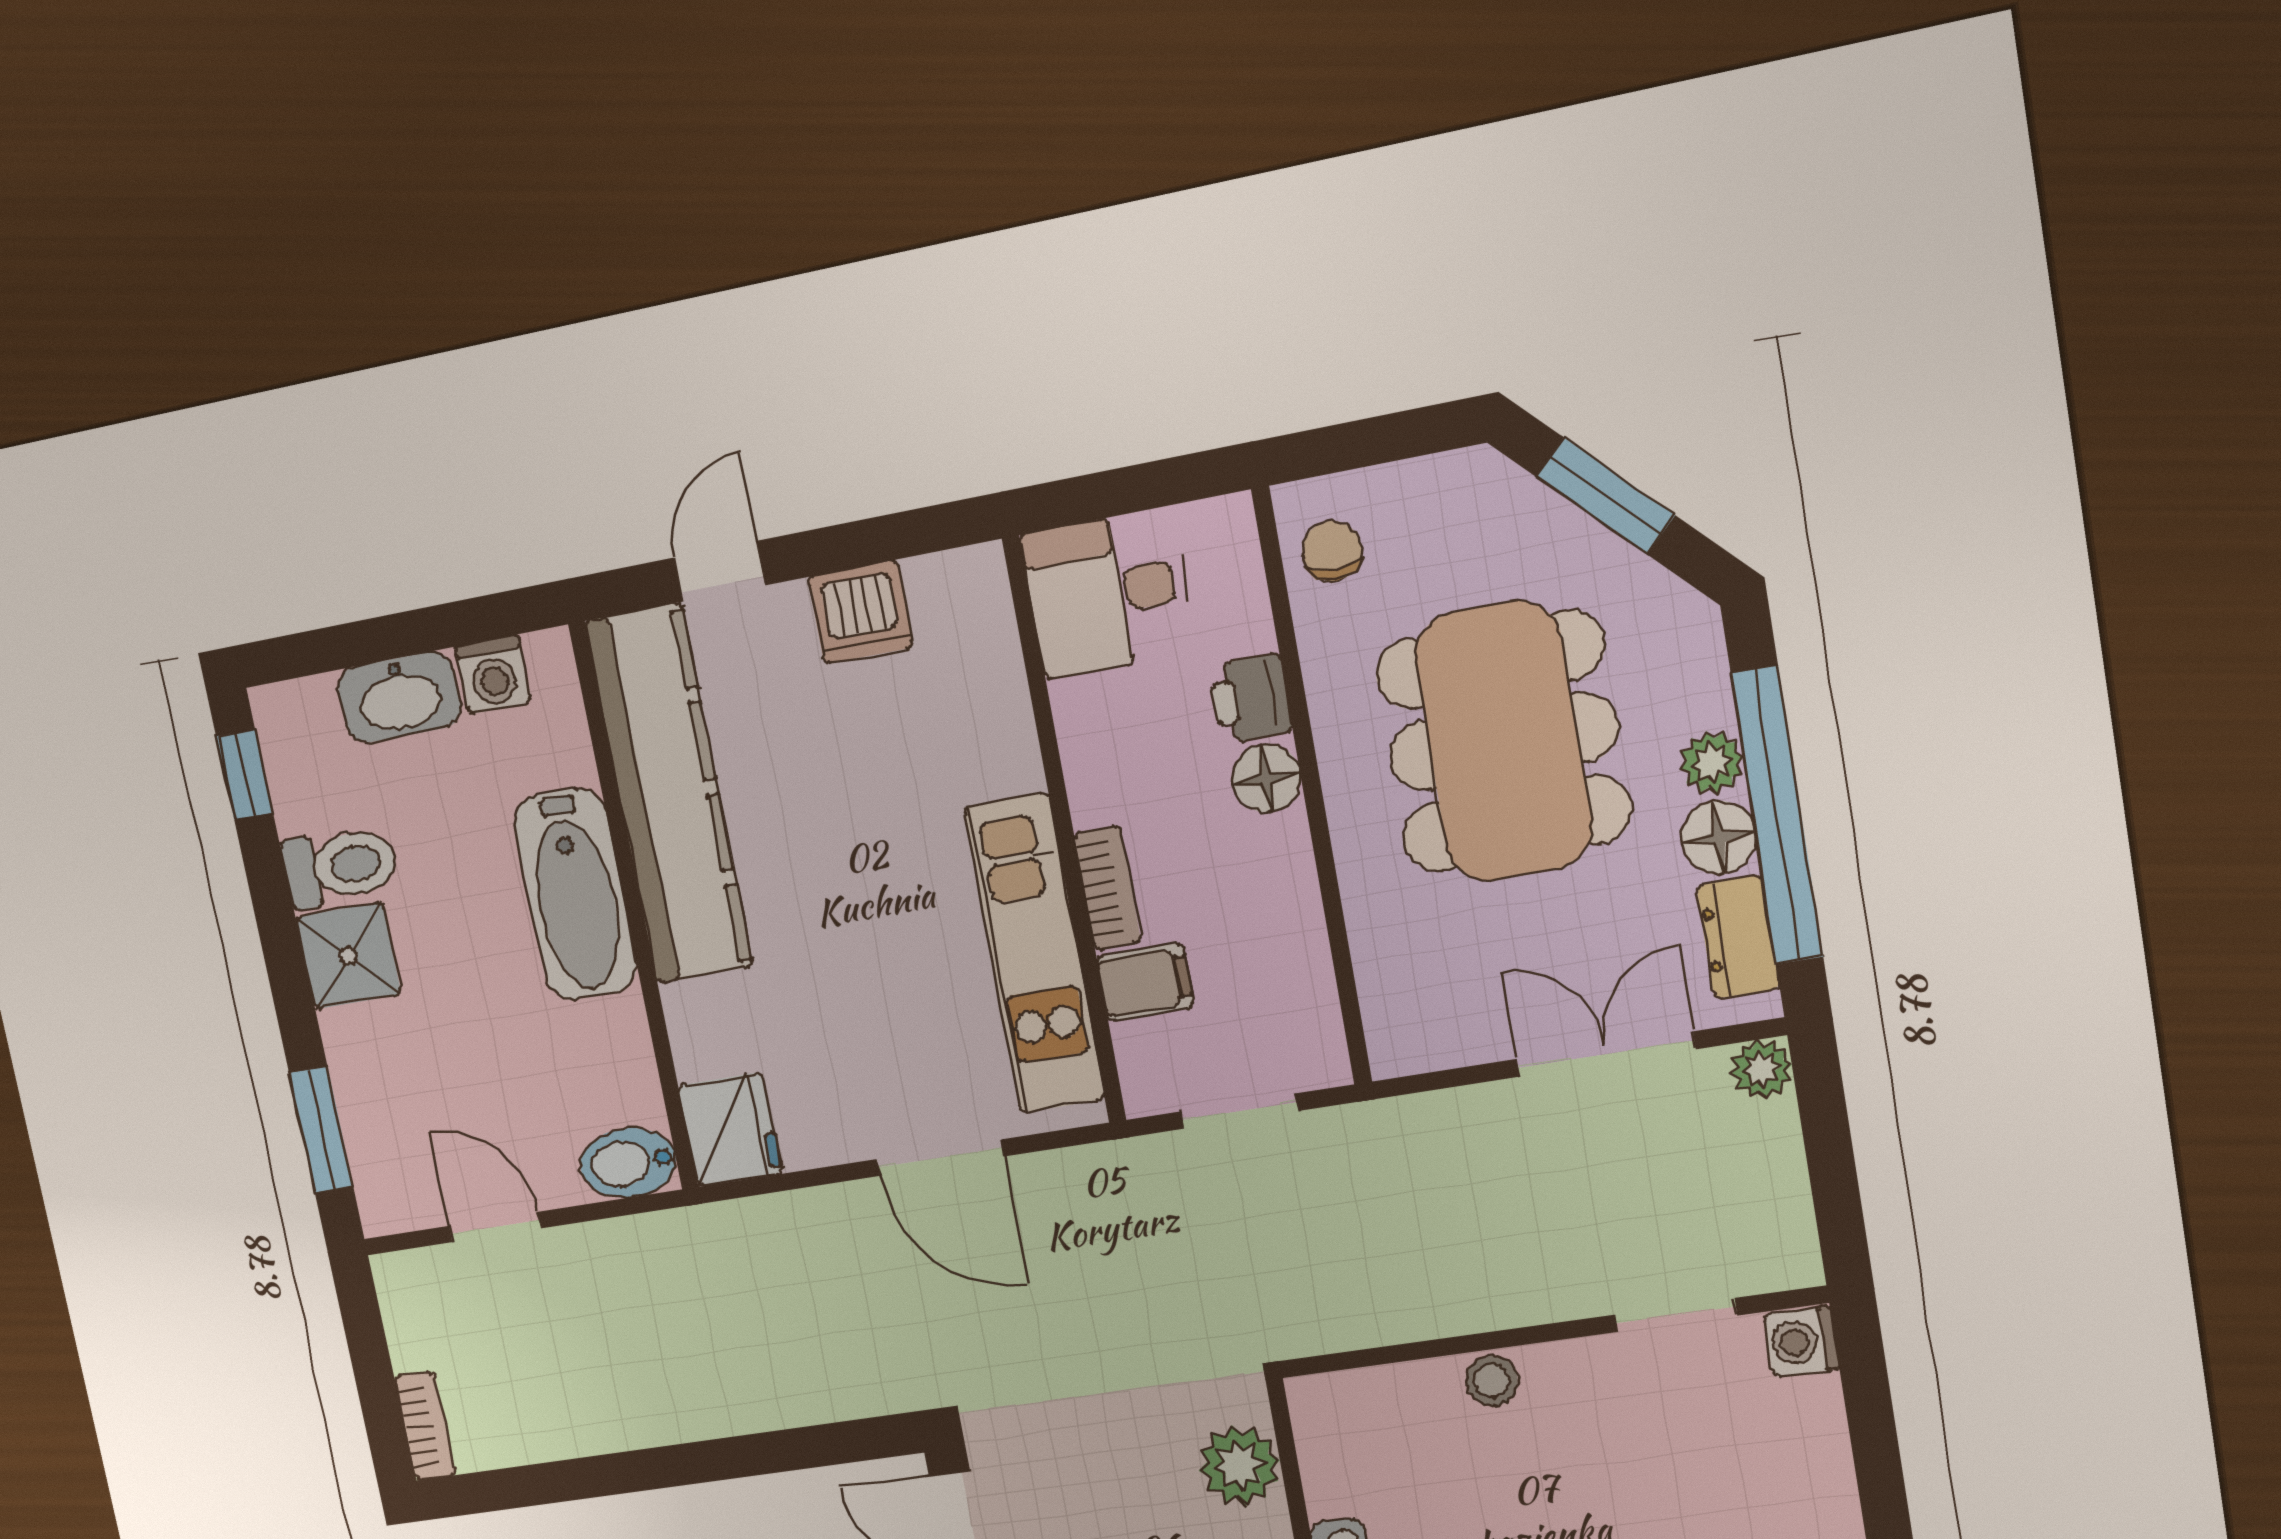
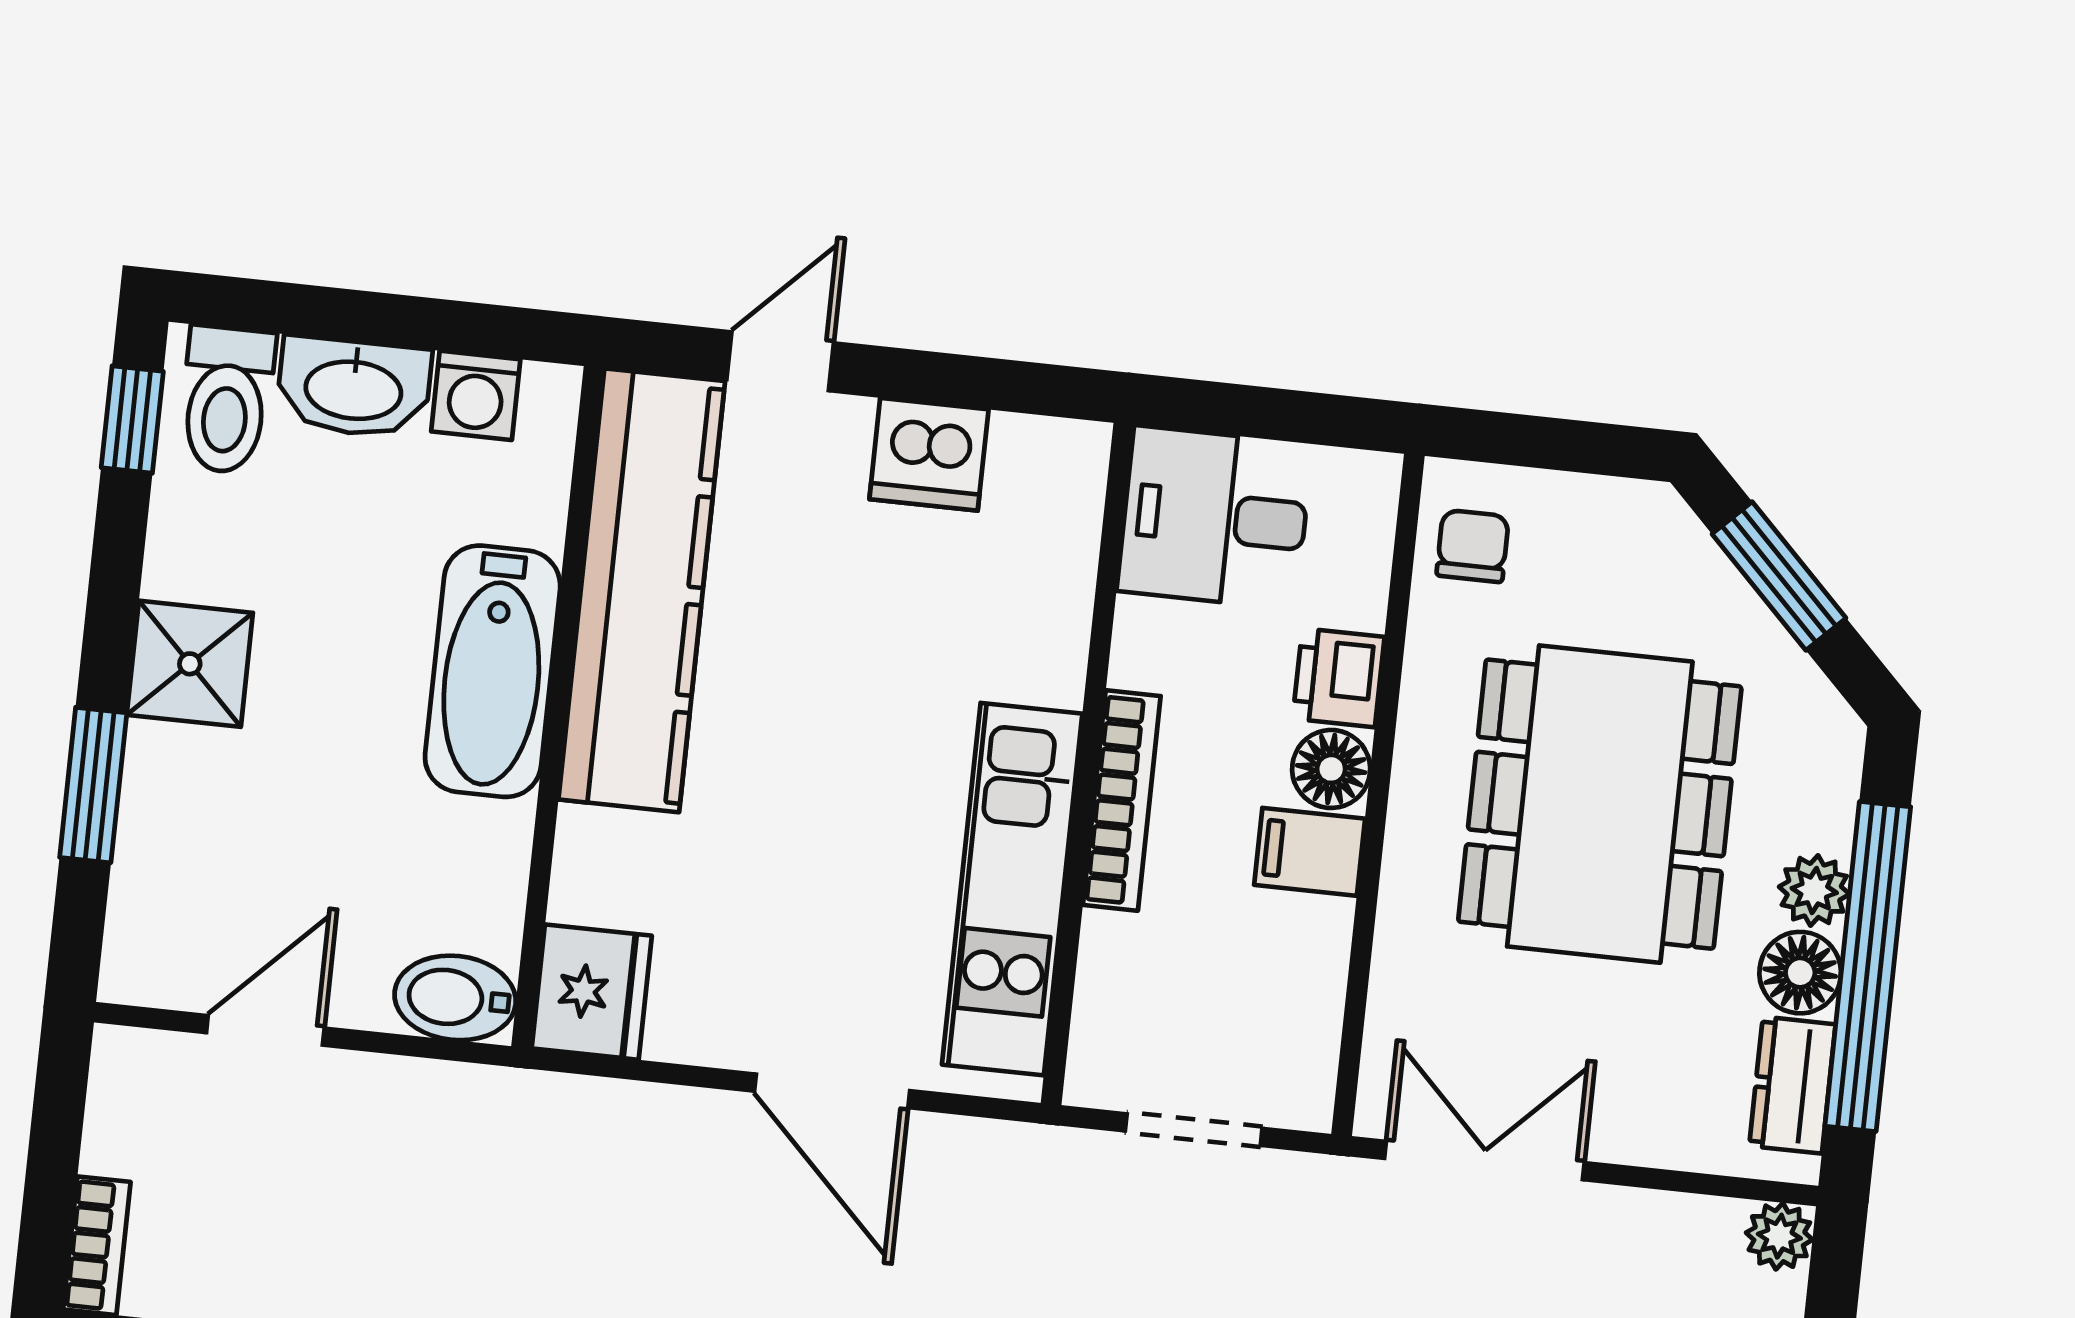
toilet: (340, 866) -> (226, 400), moved, turned 90
bookcase: (1108, 888) -> (1122, 801), width x1.56
filing cabinet: (1145, 982) -> (1310, 852), moved, turned 180
double door: (1606, 1054) -> (1484, 1161), moved
window: (321, 1130) -> (93, 785), moved
door: (495, 1227) -> (265, 1030), hinge flipped

